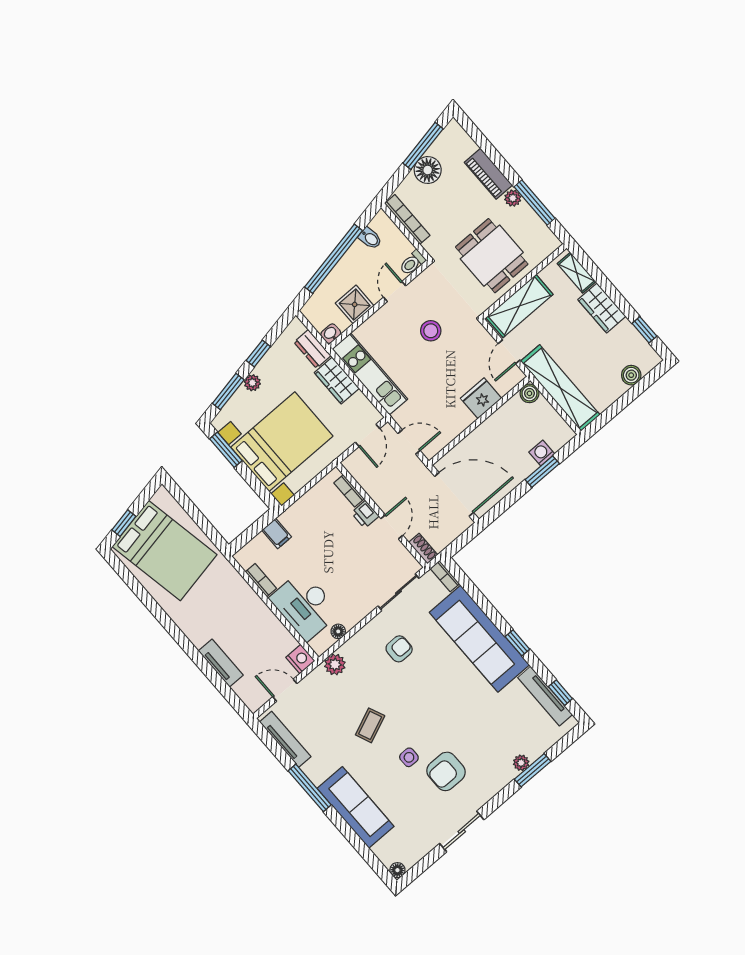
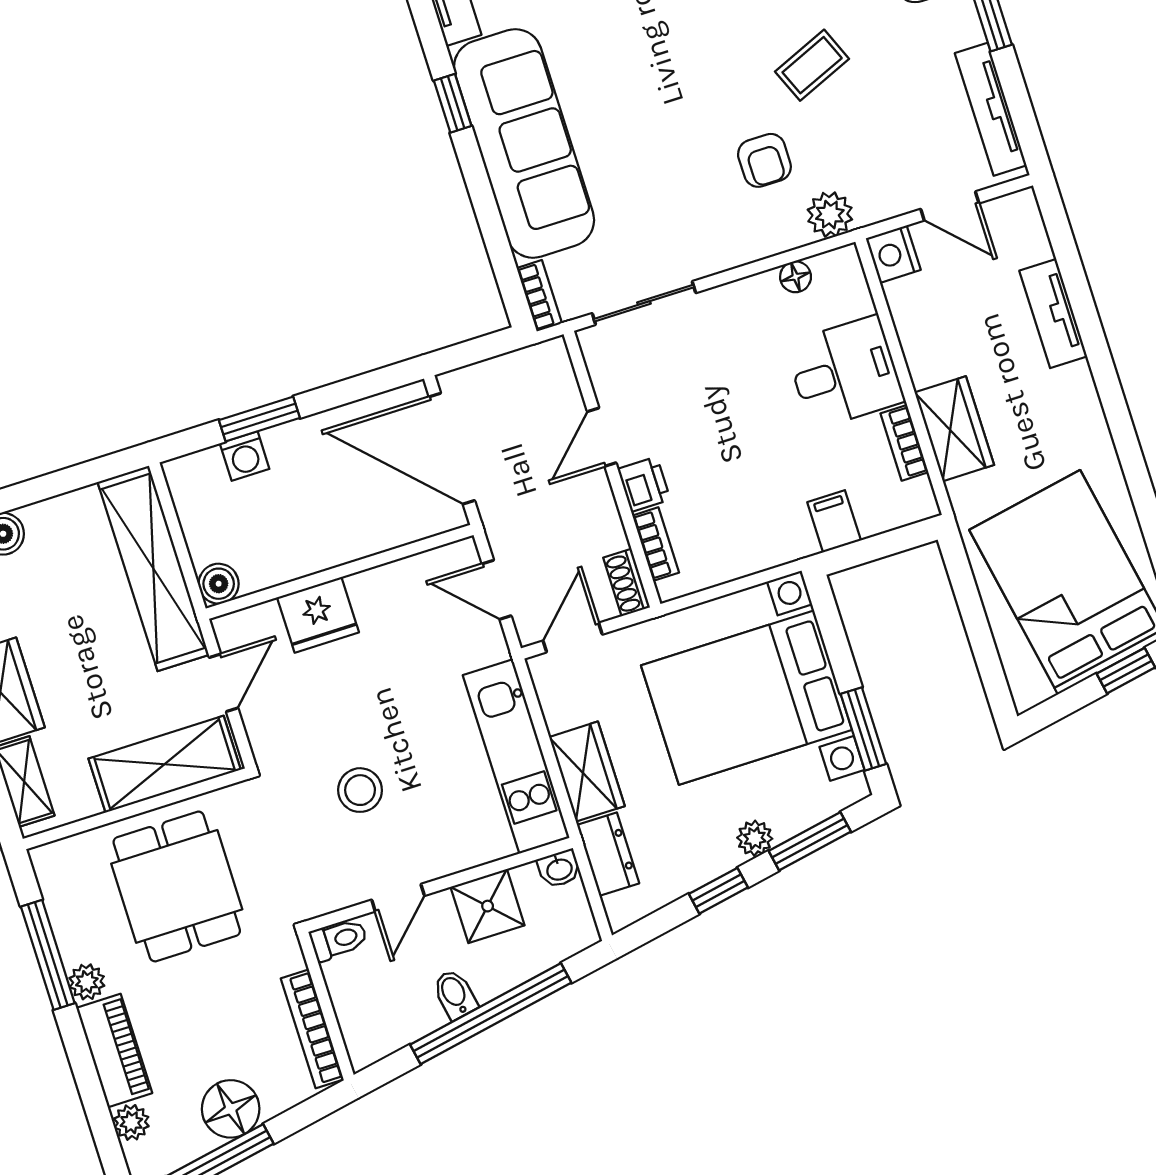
plant: (468, 146) -> (131, 1122), added
bidet: (370, 238) -> (455, 994), moved
shoe rack: (423, 549) -> (627, 583), moved
wardrobe: (242, 595) -> (954, 429), added
desk: (305, 605) -> (845, 373), width x0.73
armchair: (399, 649) -> (764, 160), moved, turned -90

